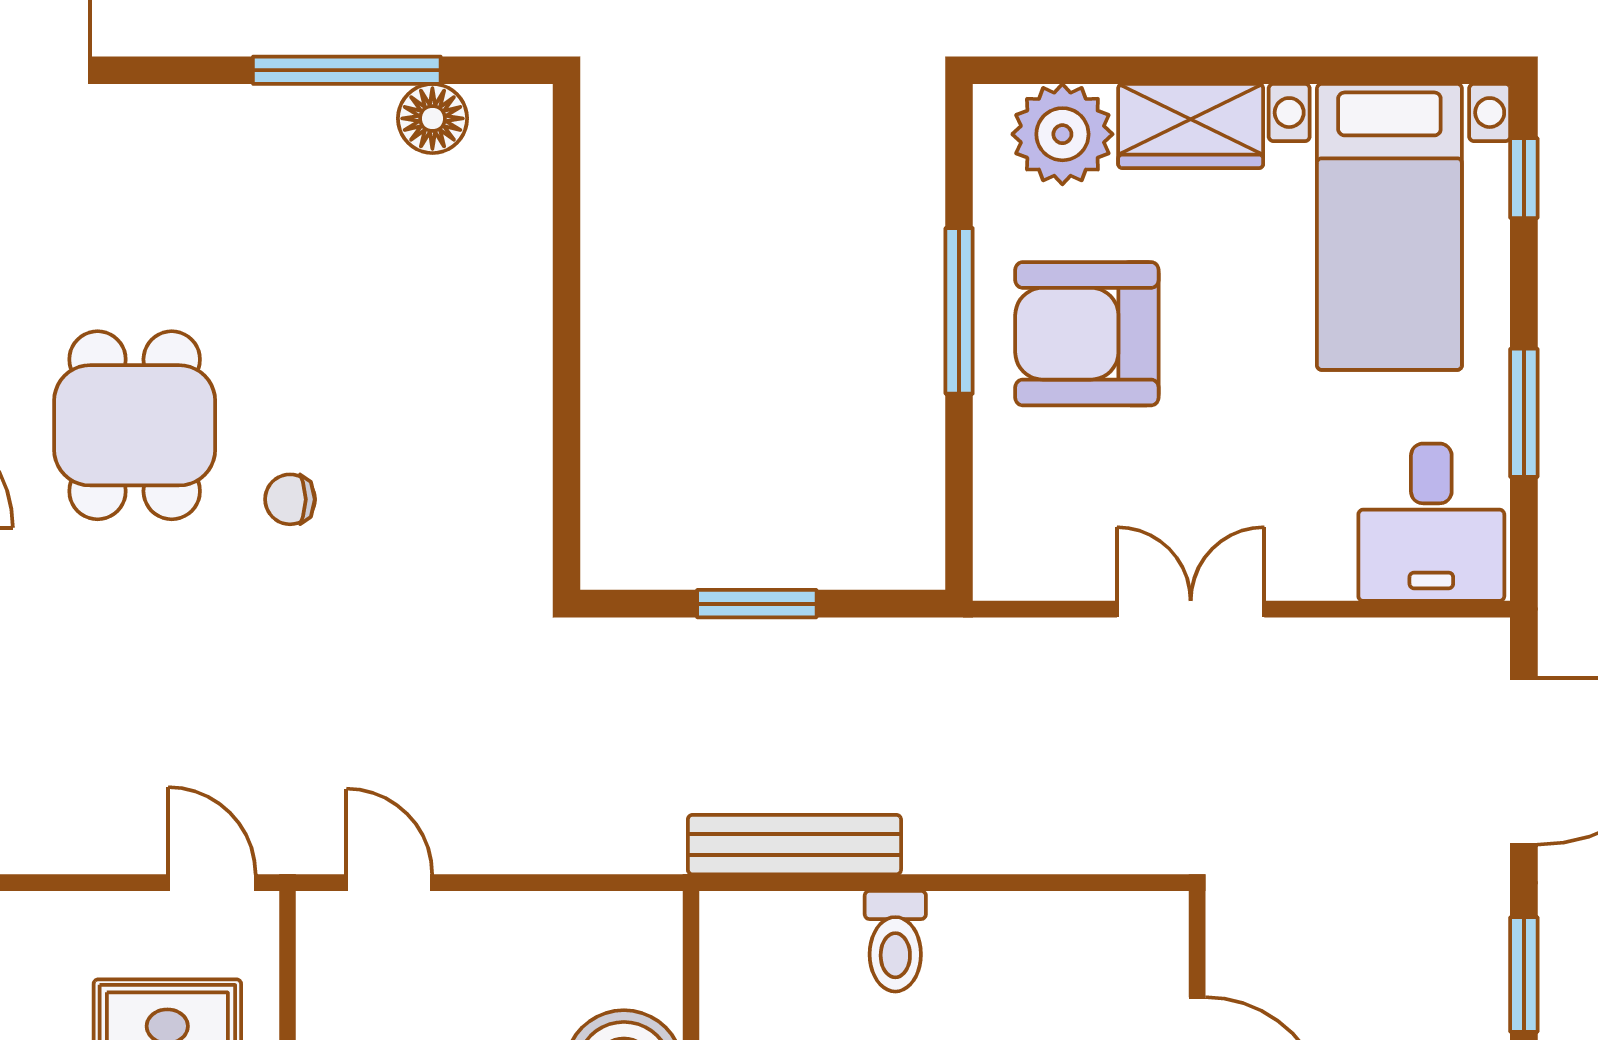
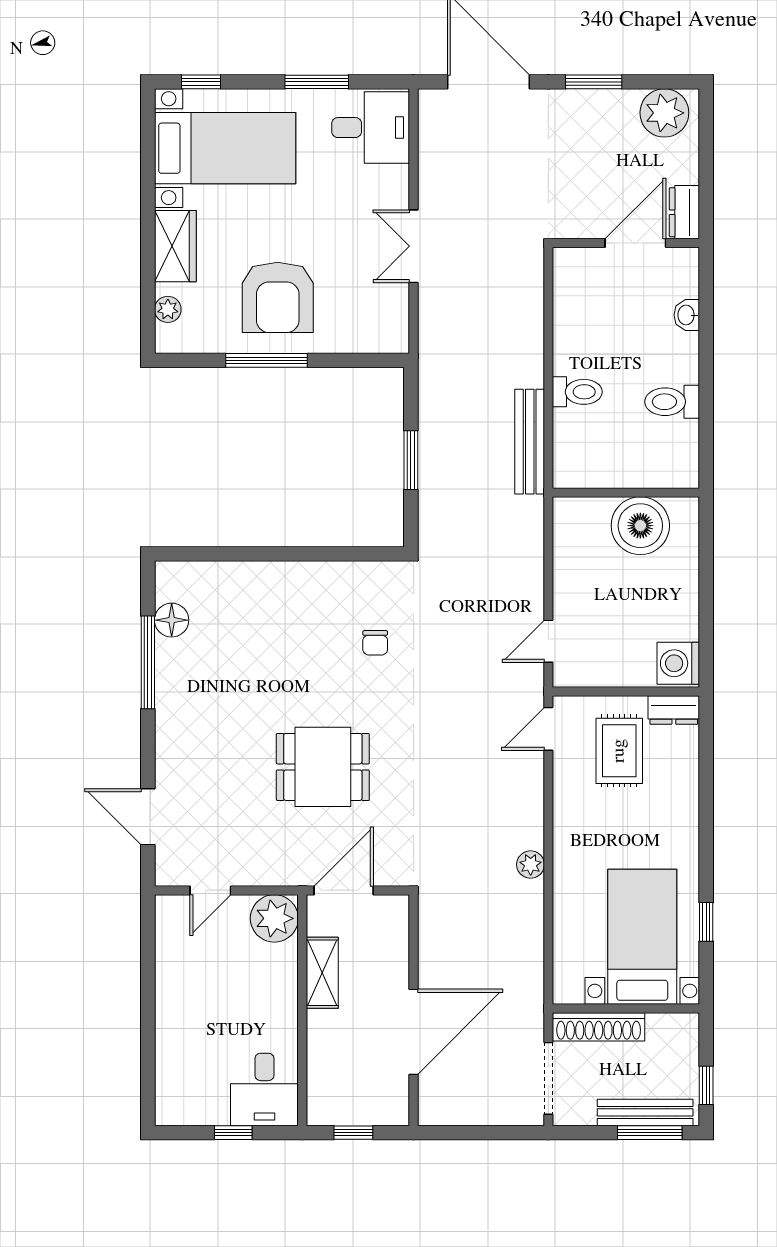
plant: (1062, 134) -> (168, 309), width x0.53, depth x0.53
chair: (290, 499) -> (375, 643), moved

